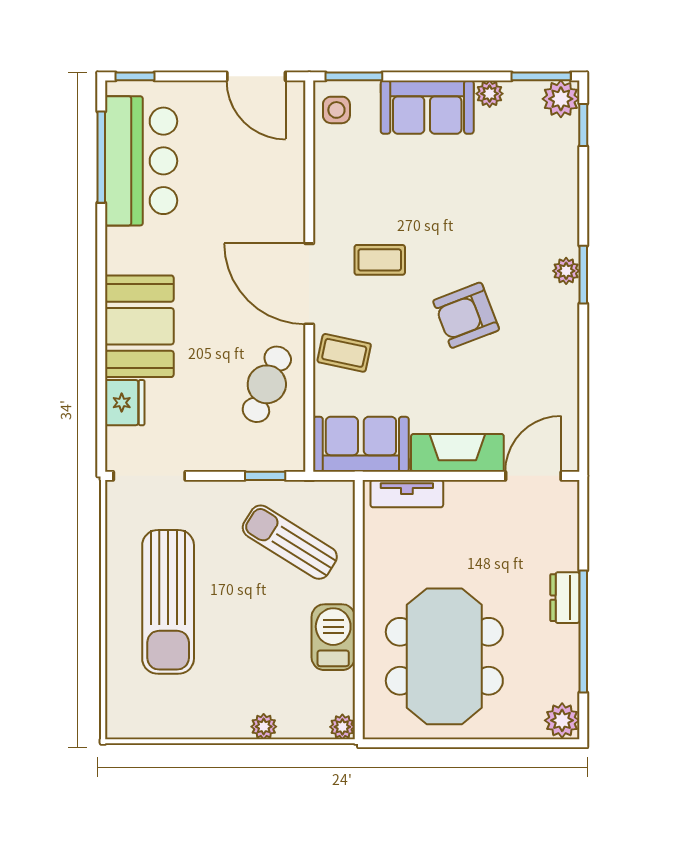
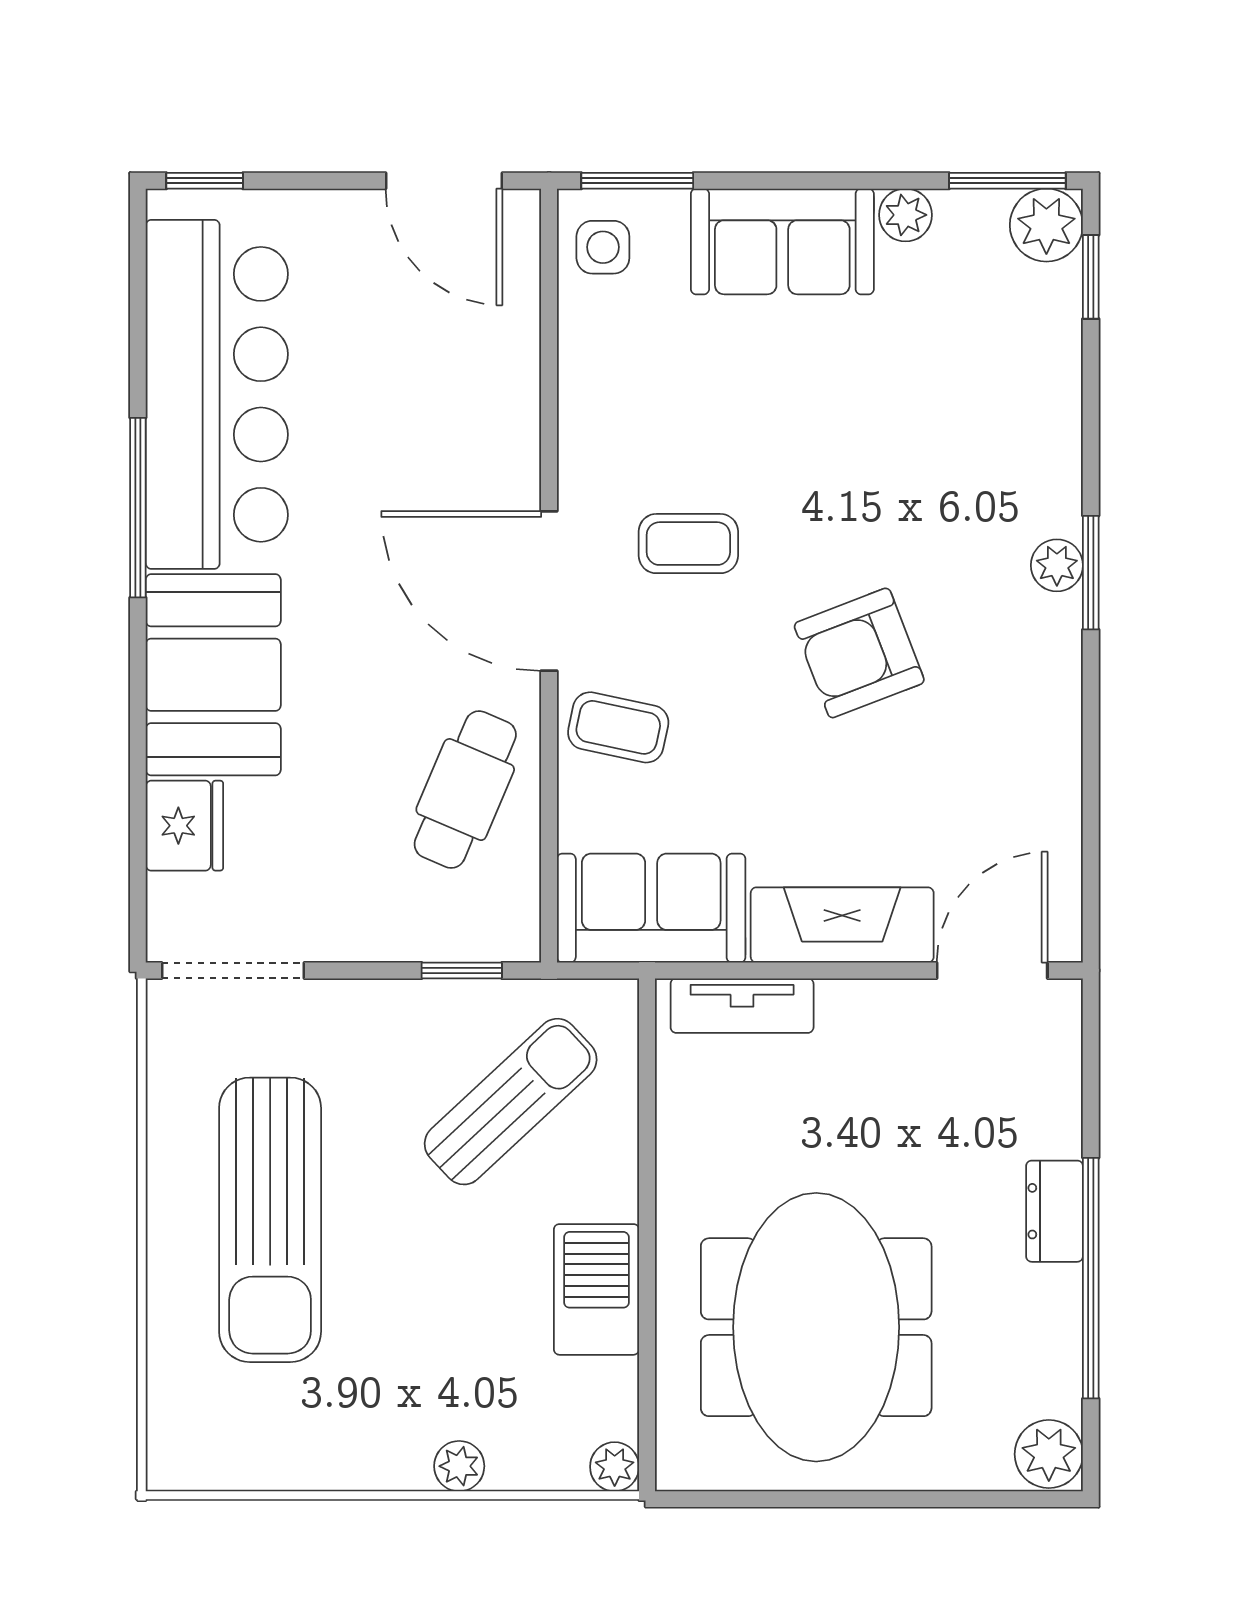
window: (101, 157) -> (138, 508), moved
bar counter: (141, 161) -> (217, 394), width x1.36
sun lounger: (290, 542) -> (511, 1102), turned 105

